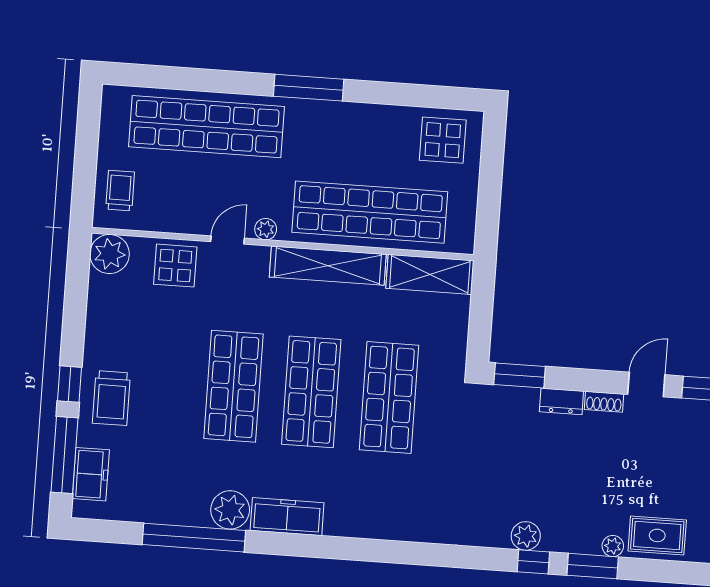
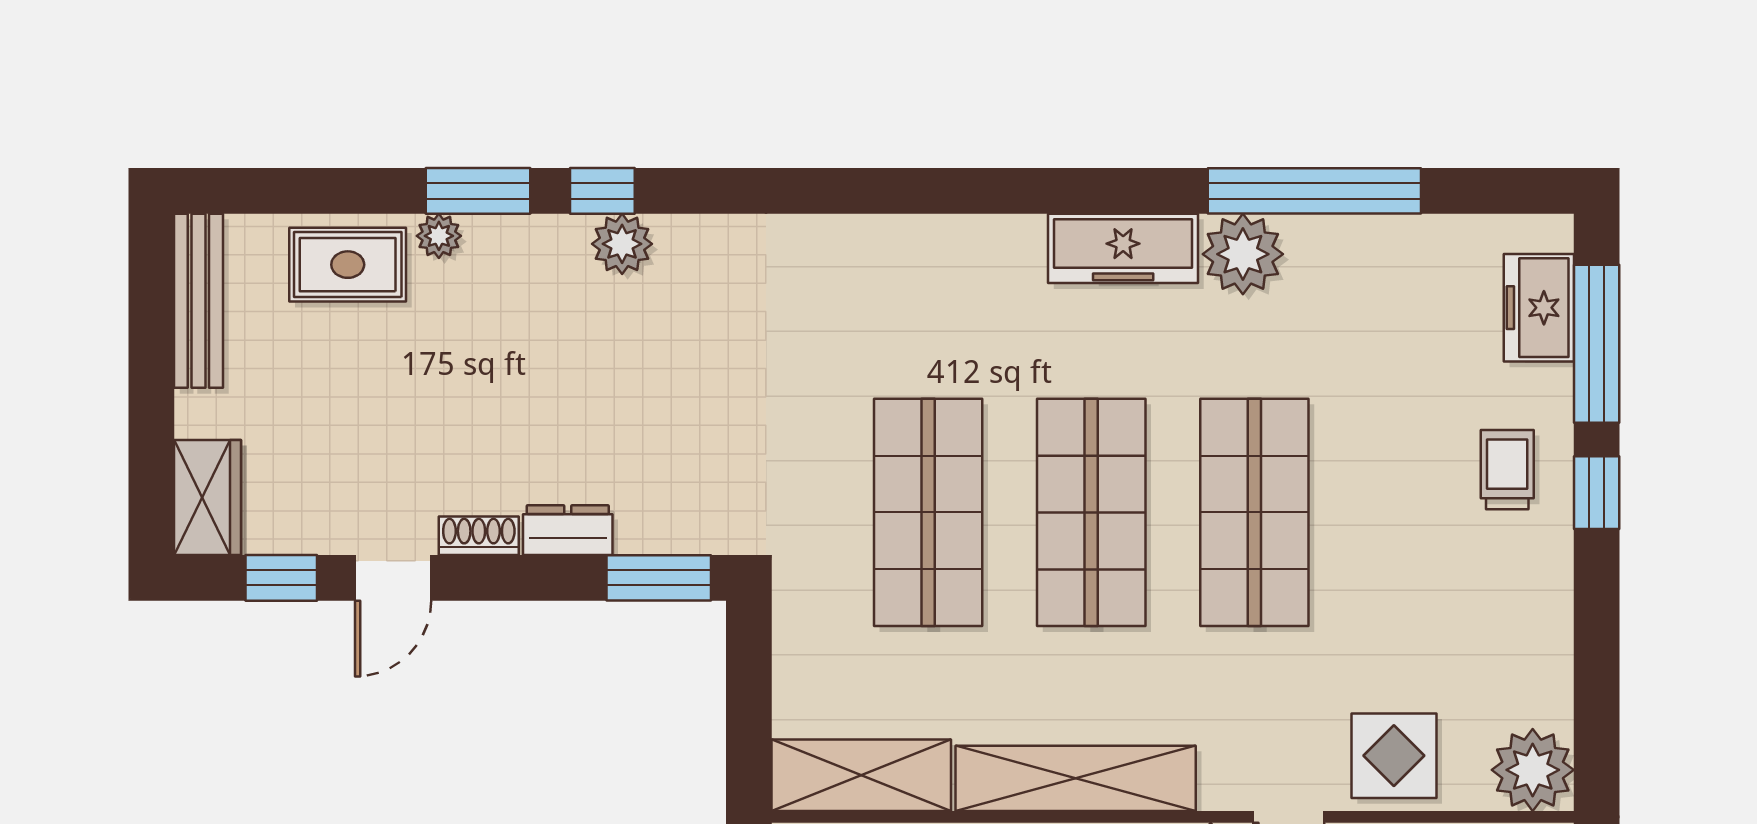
trolley: (111, 398) -> (1507, 470), width x0.73, depth x0.72

